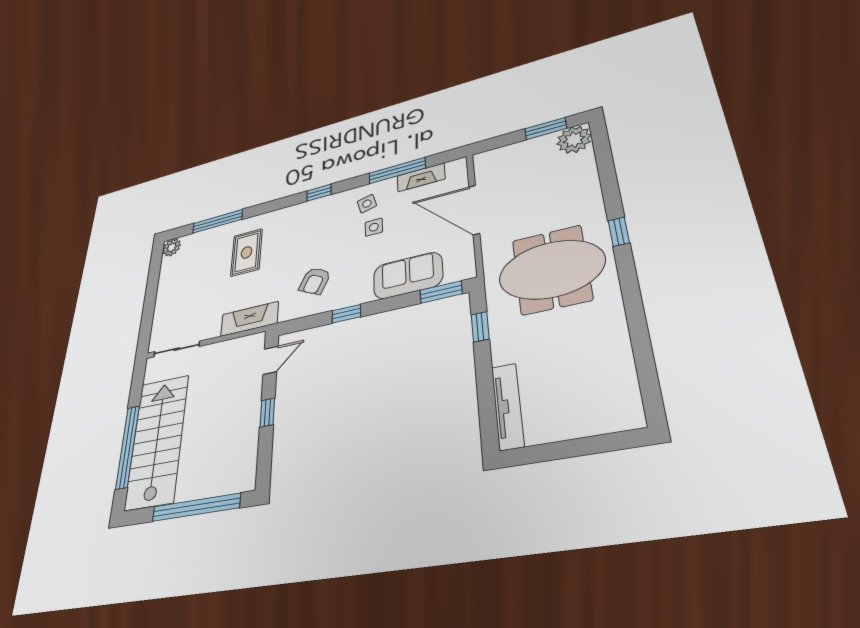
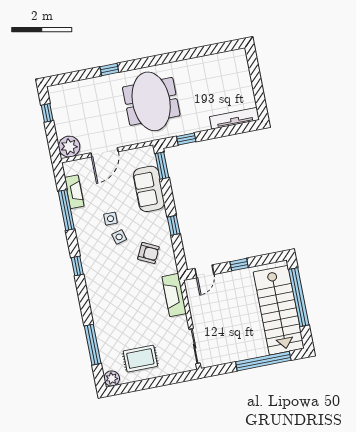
window: (546, 129) -> (47, 113), width x0.67
plant: (574, 140) -> (69, 147), moved
side table: (367, 204) -> (119, 237), moved
door: (474, 210) -> (104, 152), width x0.73
window: (619, 232) -> (109, 69), moved
rug: (247, 252) -> (140, 359), moved
door: (271, 360) -> (204, 271), swing flipped
stairs: (157, 441) -> (279, 310), moved, turned -90

